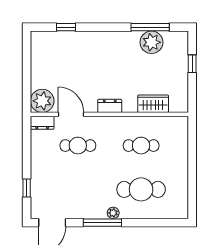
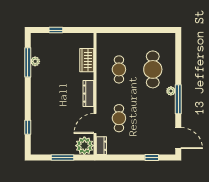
plant: (151, 42) -> (35, 61), width x0.53, depth x0.53
window: (27, 72) -> (63, 158), added
dresser: (110, 106) -> (88, 94), width x1.44

